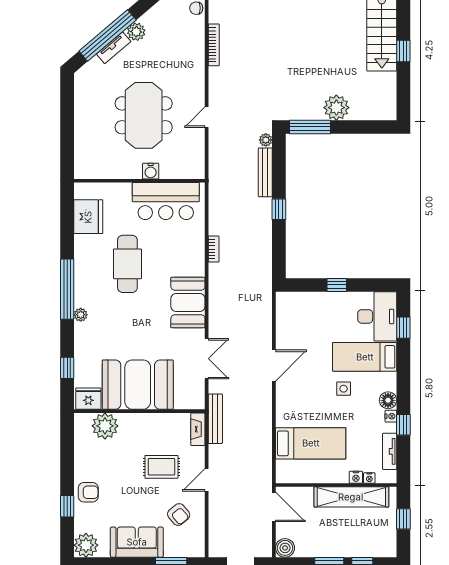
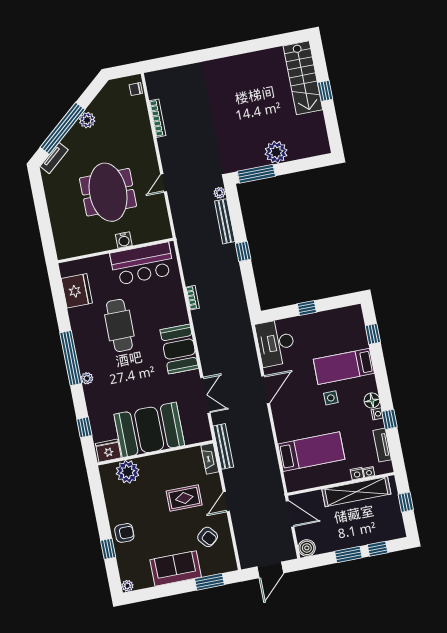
tv unit: (114, 48) -> (54, 158), moved
desk: (377, 316) -> (276, 343), moved, turned 180
plant: (86, 545) -> (127, 586), width x0.53, depth x0.53

